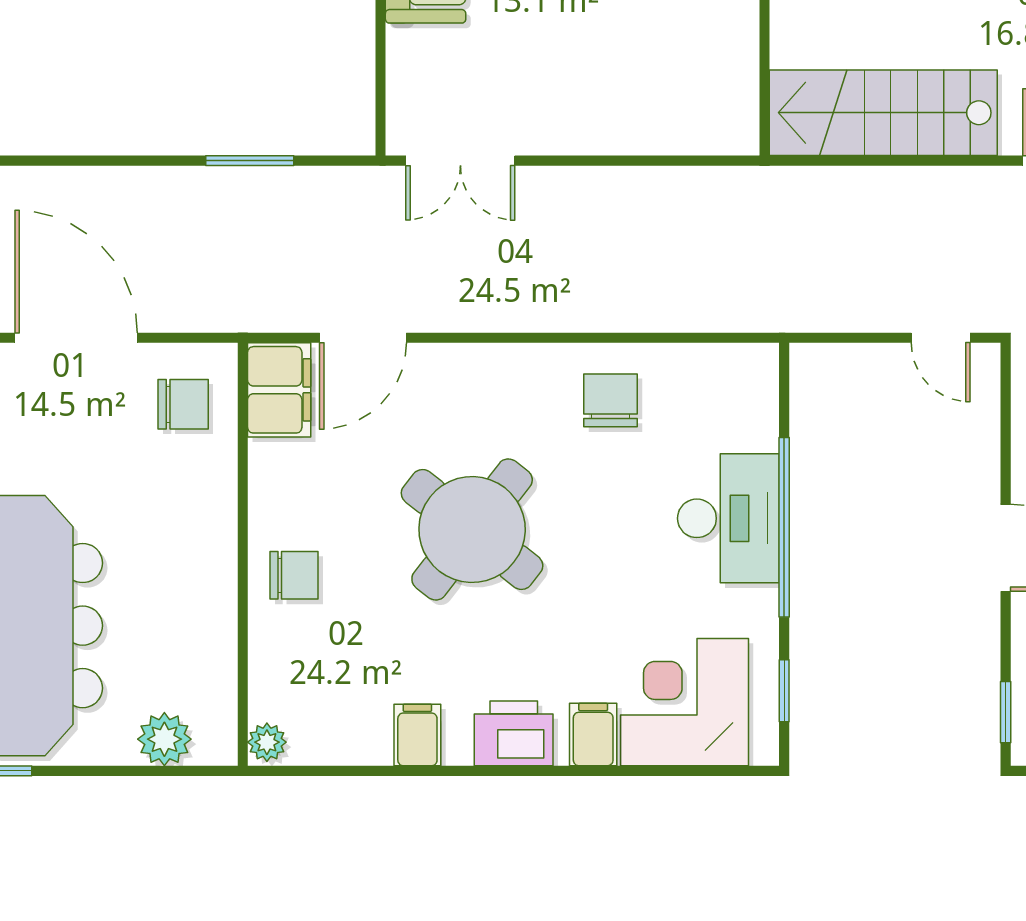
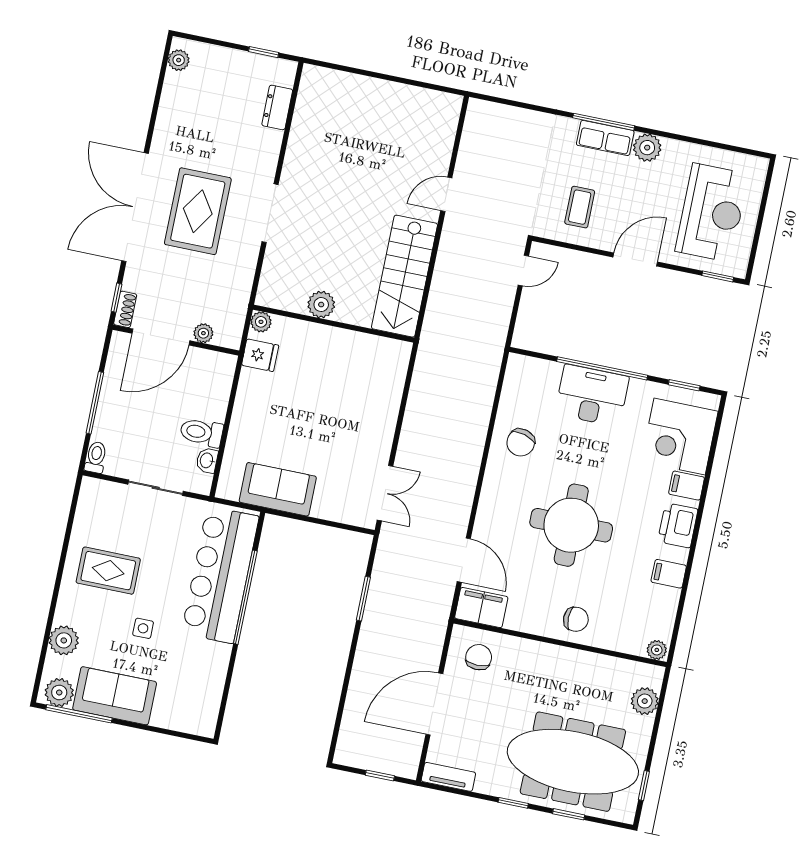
chair: (611, 400) -> (521, 442), turned -74
round table: (472, 529) -> (571, 525), turned -38
chair: (294, 575) -> (576, 619), turned 90

